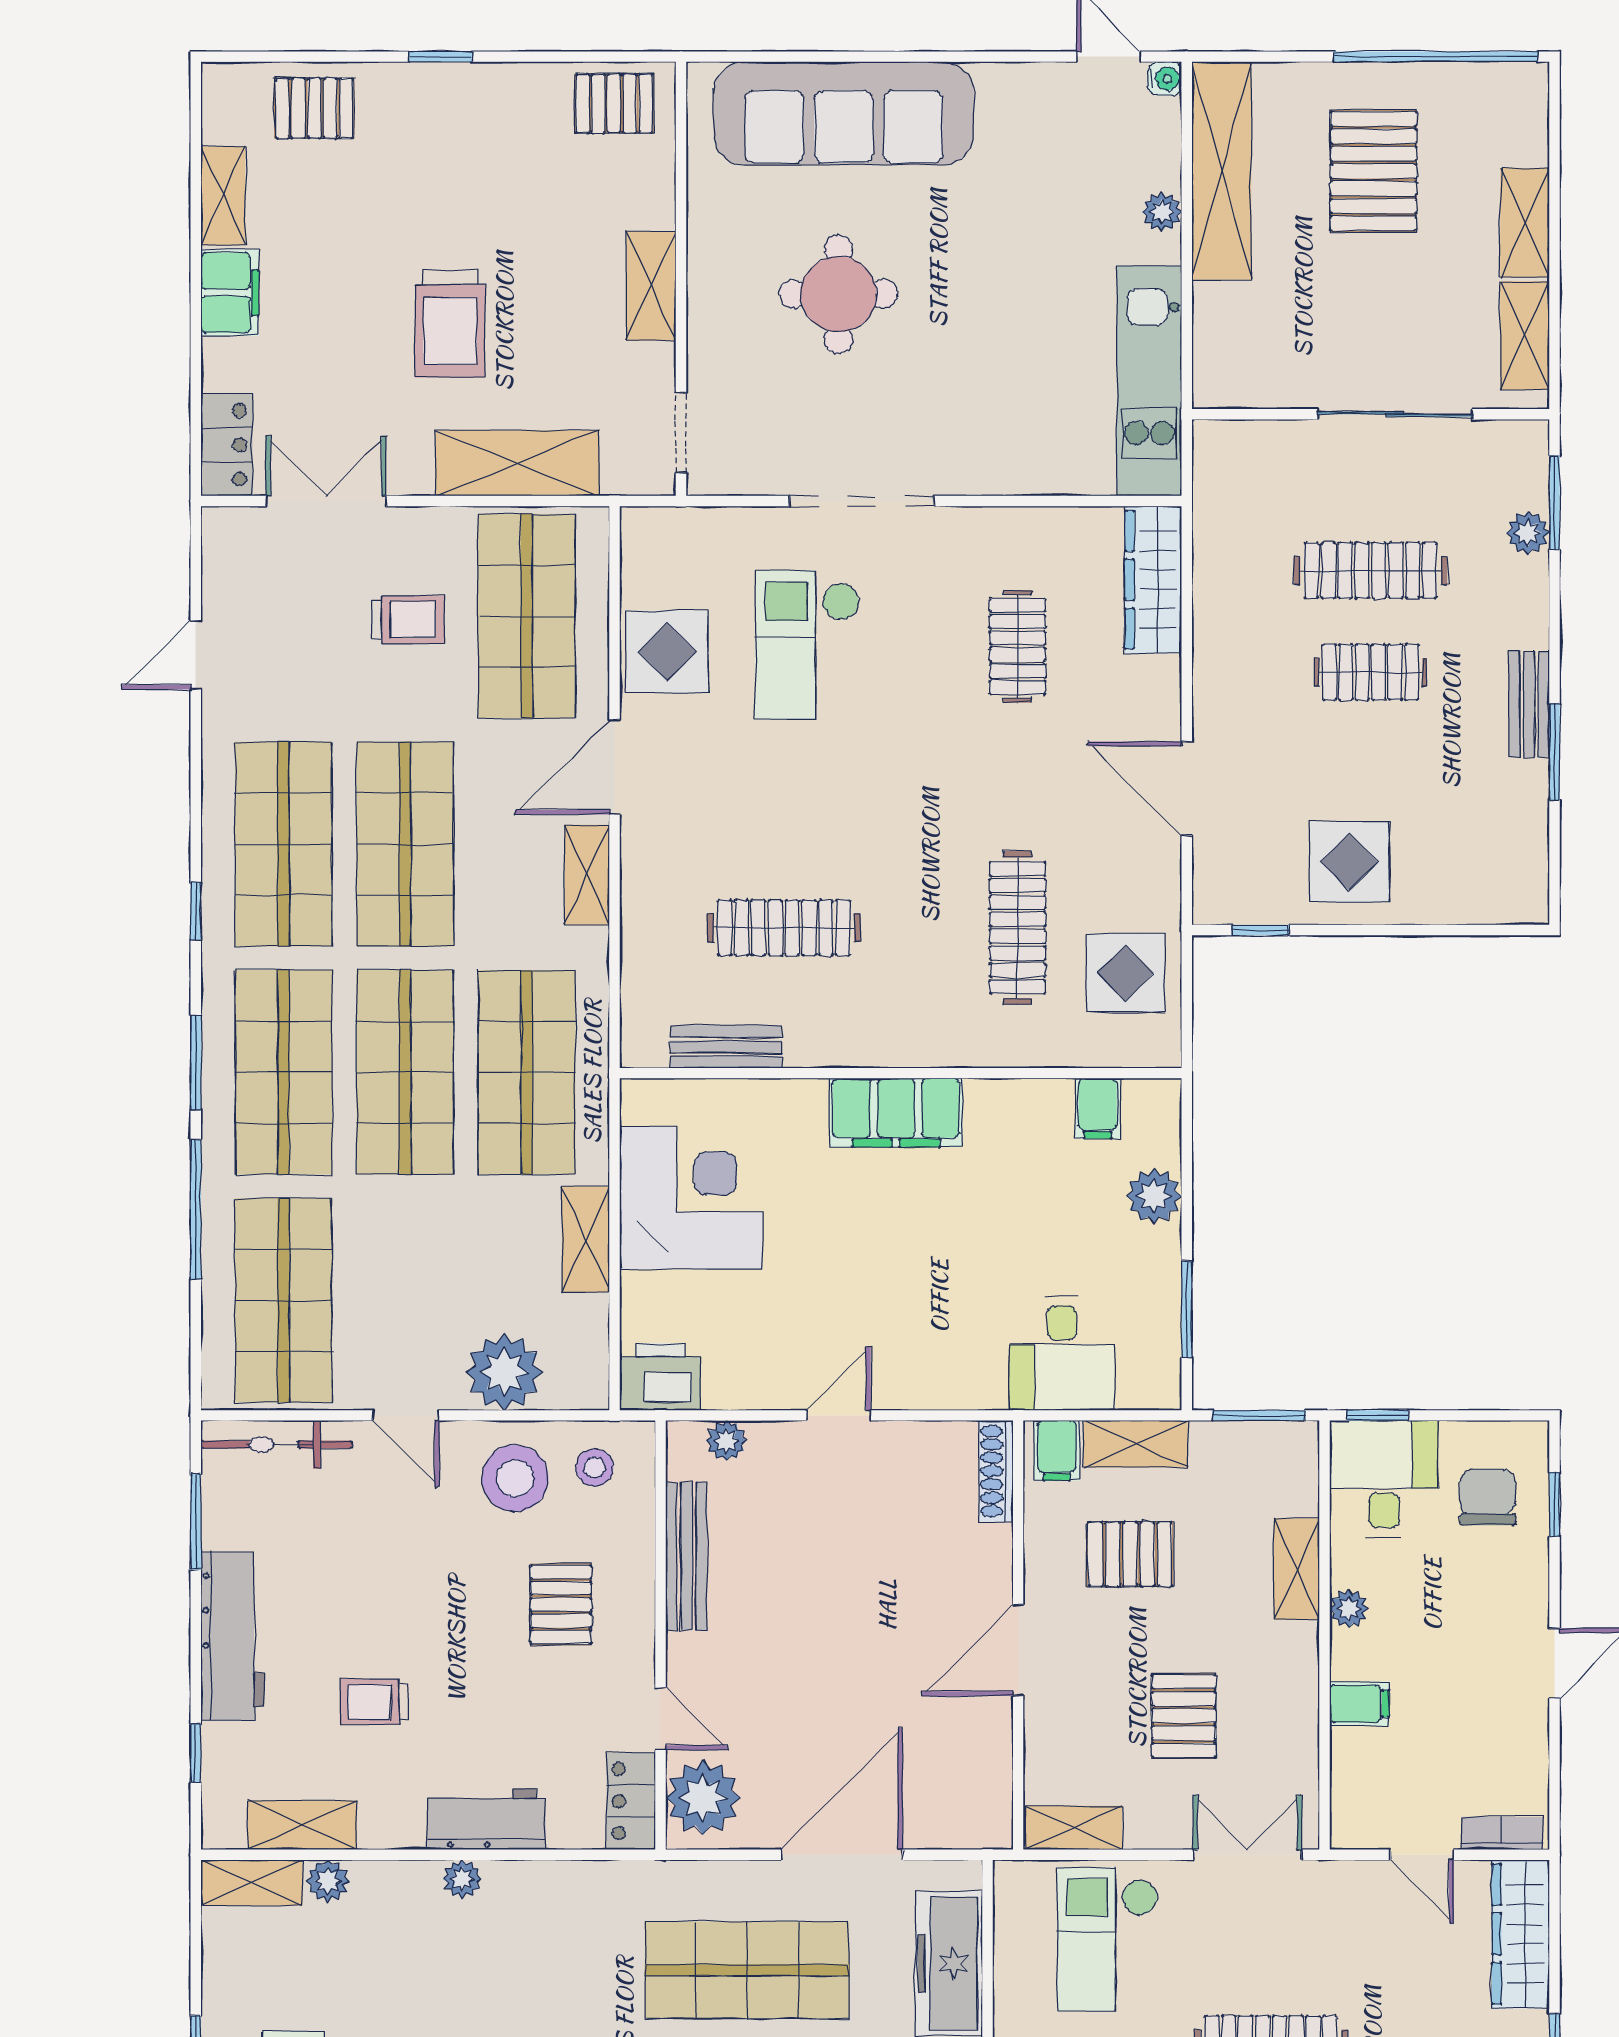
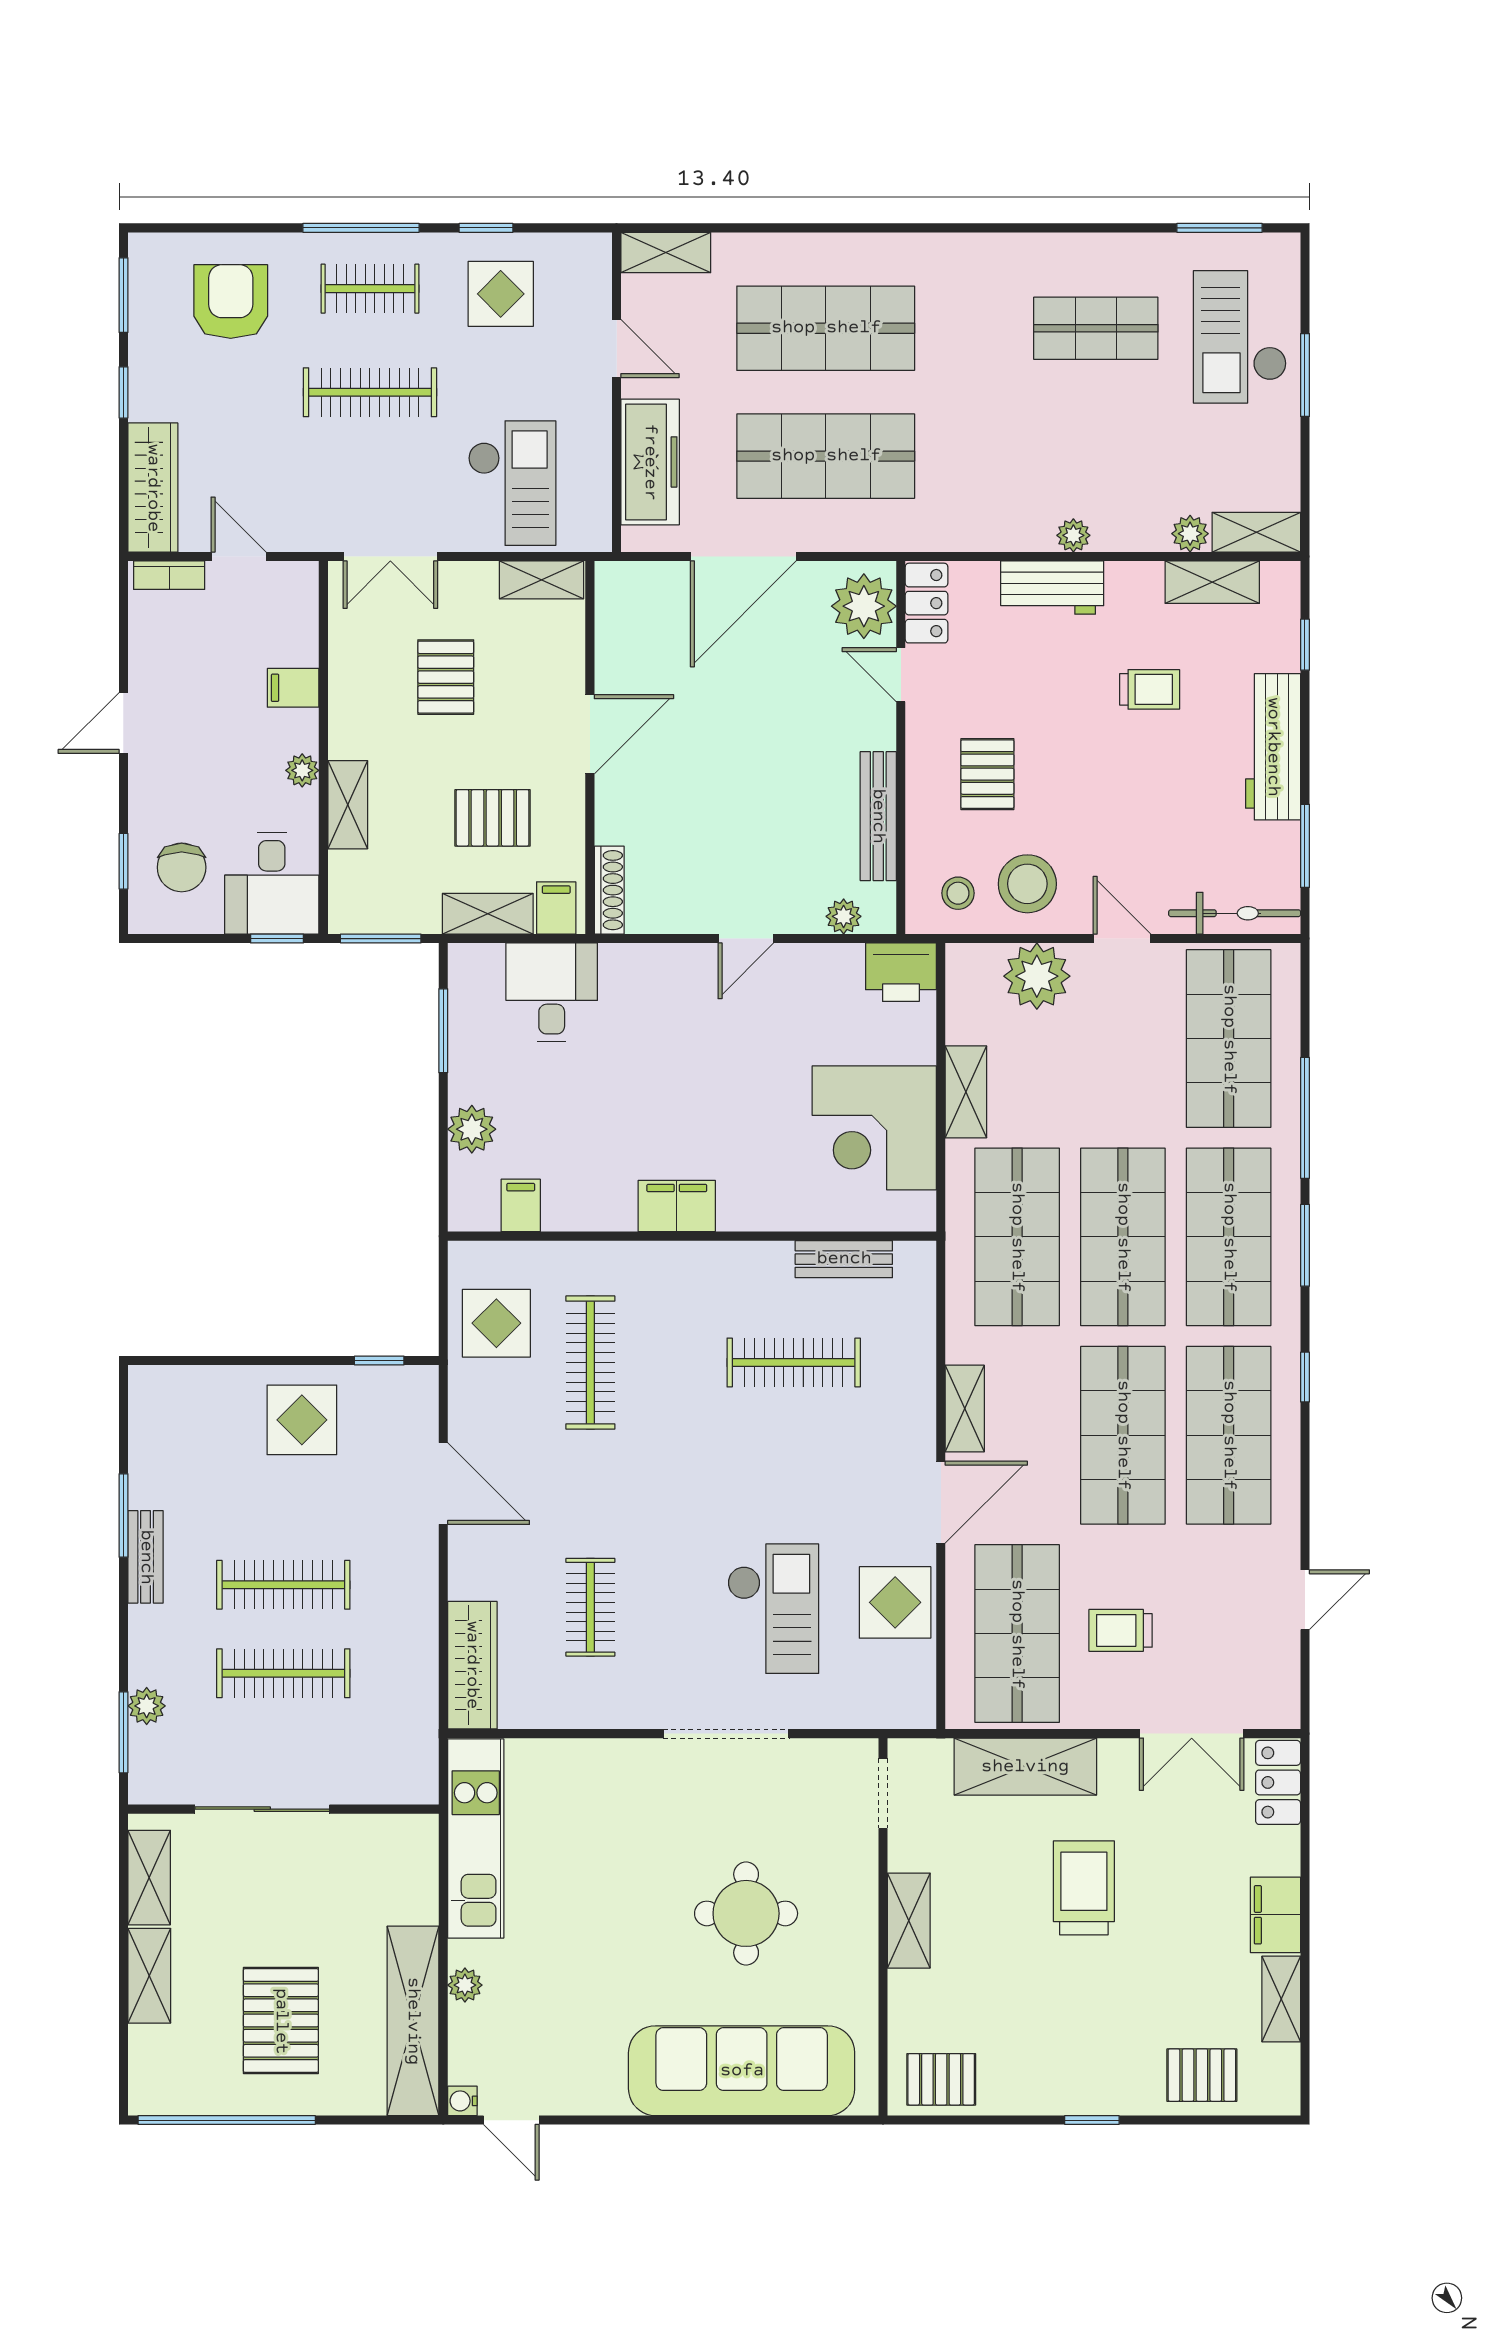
clothes rail: (1371, 672) -> (283, 1585), width x1.36
filing cabinet: (896, 1113) -> (677, 1206), width x0.67, depth x0.86

